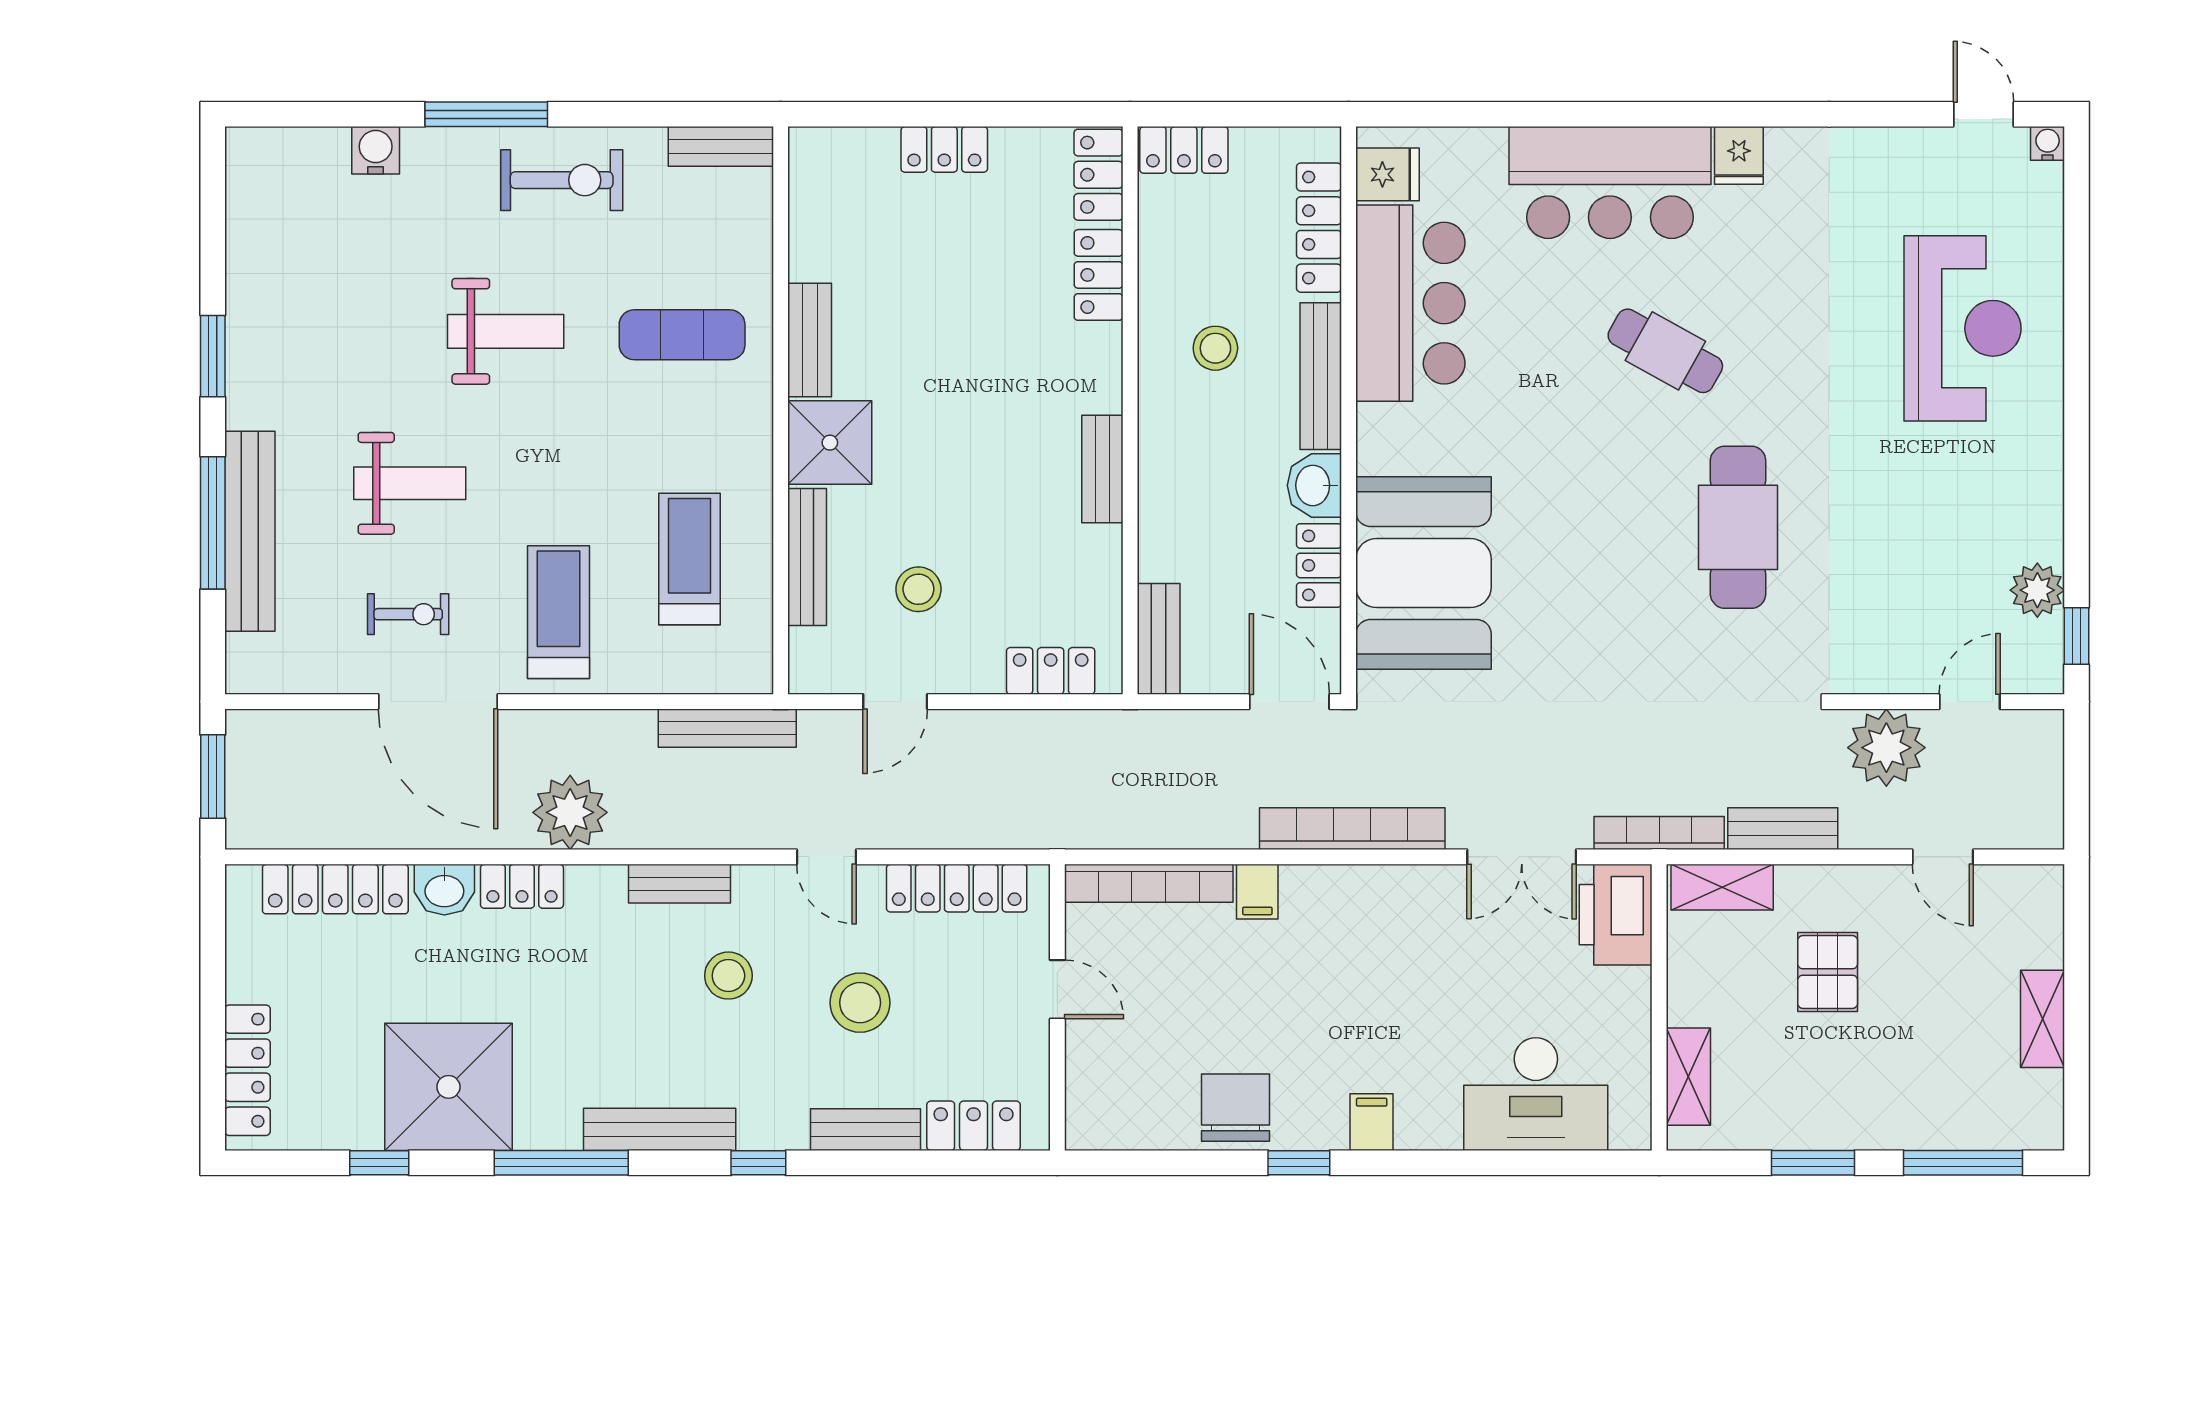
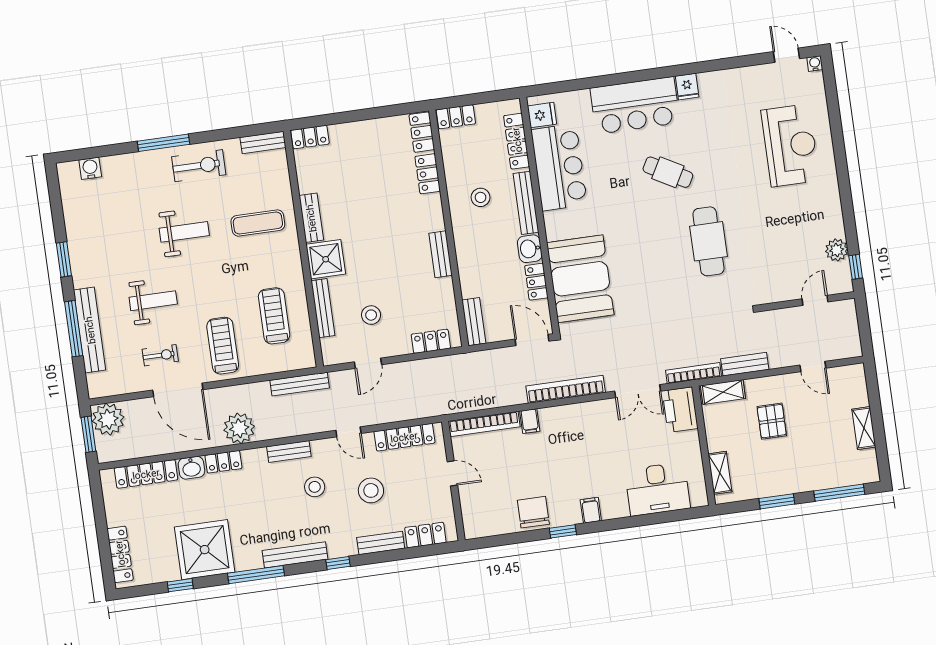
locker: (944, 149) -> (310, 137), moved
water cooler: (376, 150) -> (90, 168), moved
plant: (1886, 748) -> (108, 419), moved

